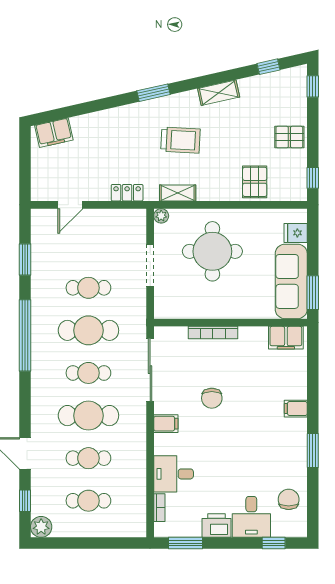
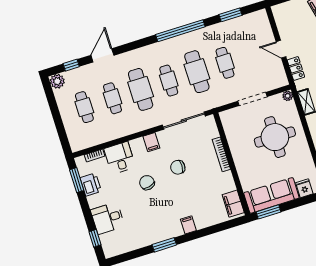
door: (70, 205) -> (281, 49), moved
chair: (289, 499) -> (147, 183), moved, turned -103
printer: (216, 526) -> (91, 185), moved

